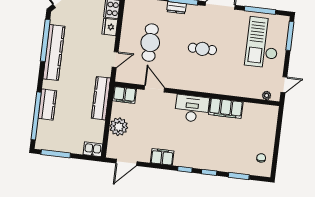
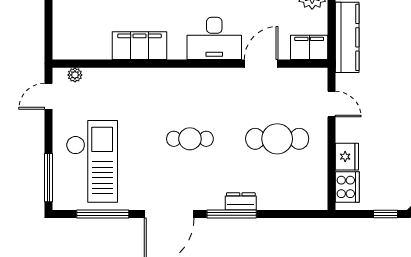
cafe table: (150, 43) -> (277, 139), turned 90
door: (115, 59) -> (331, 104), swing flipped
door: (154, 89) -> (261, 64), swing flipped
desk: (192, 109) -> (214, 38), moved

